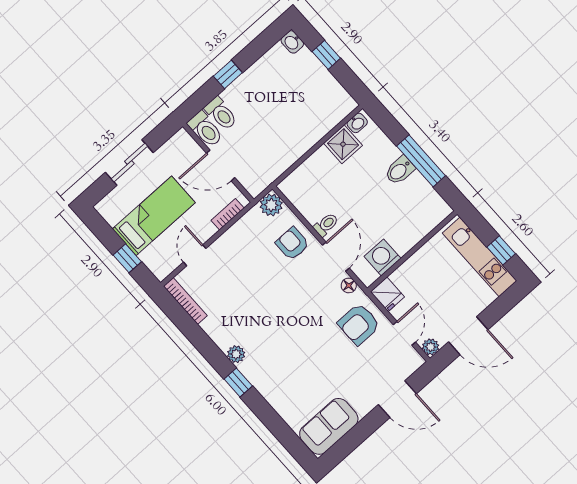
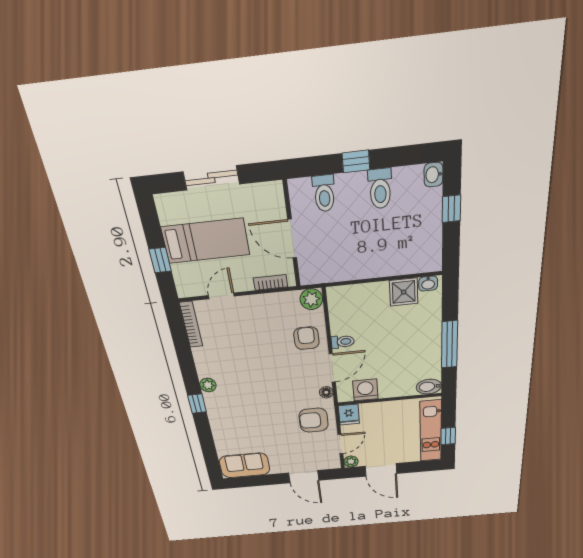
toilet: (205, 129) -> (380, 189), moved
bidet: (400, 170) -> (429, 387), moved

